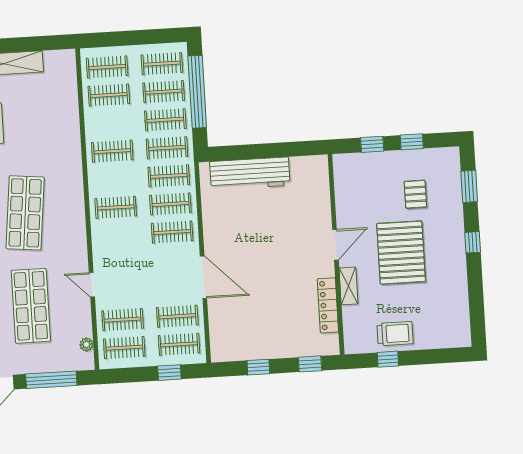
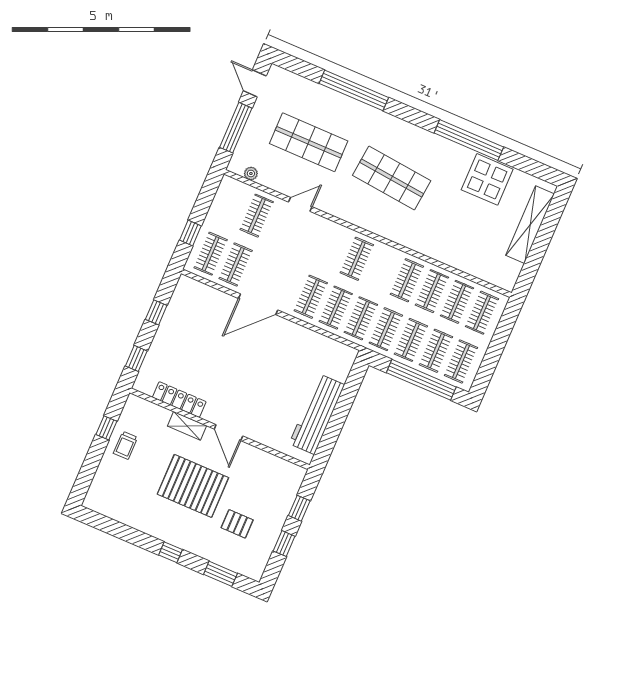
workbench: (250, 173) -> (317, 414), moved
trolley: (395, 334) -> (125, 445), width x0.73, depth x0.72
clothes rail: (124, 348) -> (432, 291), moved

